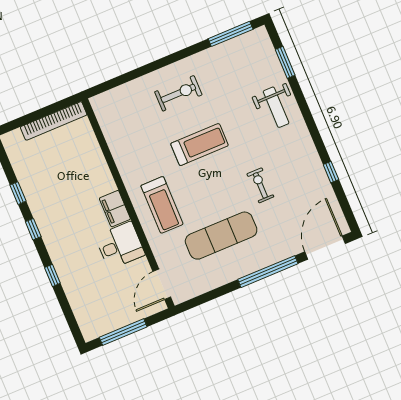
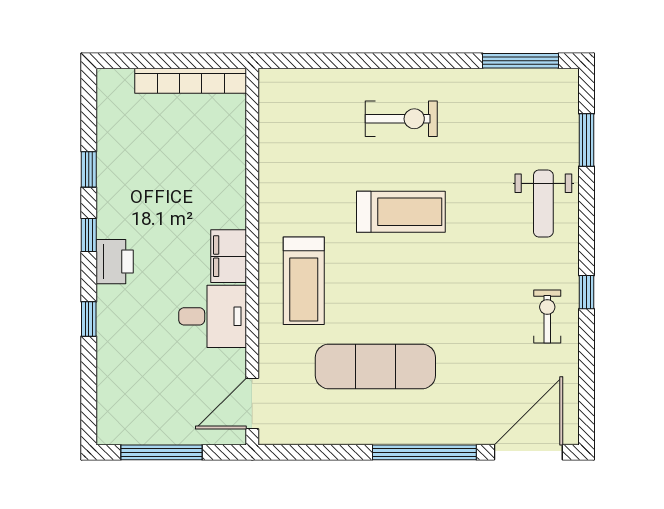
window: (331, 172) -> (586, 292), moved
exercise bike: (260, 185) -> (547, 317), moved
printer: (53, 238) -> (115, 262), added

